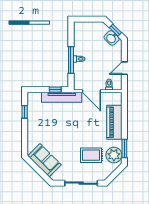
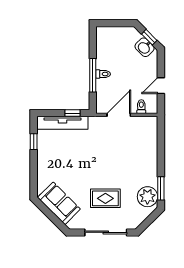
door: (91, 91) -> (119, 115), swing flipped
tv unit: (62, 97) -> (62, 123), moved
piano: (114, 122) -> (148, 155), removed
rug: (91, 155) -> (105, 198), moved

